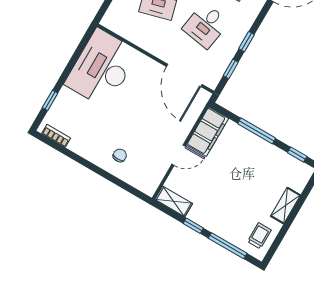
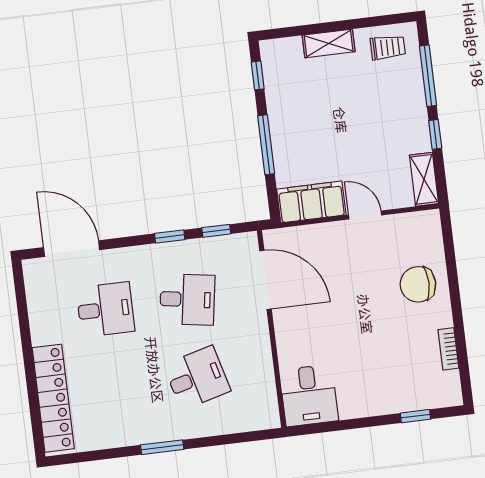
desk: (102, 68) -> (309, 395), width x0.53, depth x0.77
door: (184, 75) -> (265, 280), hinge flipped
bookcase: (56, 136) -> (448, 349), moved
chair: (120, 155) -> (418, 284), width x1.87, depth x1.87
trolley: (259, 236) -> (388, 47), turned 180

